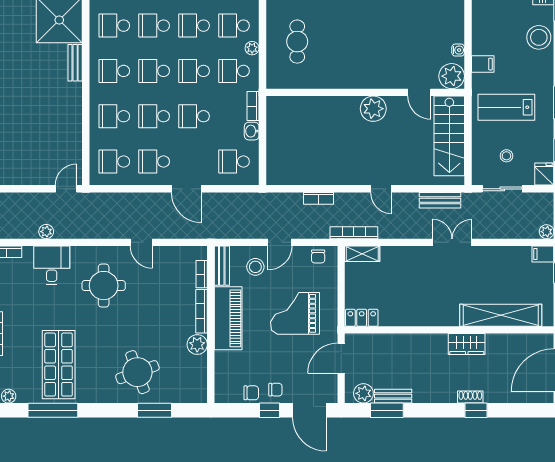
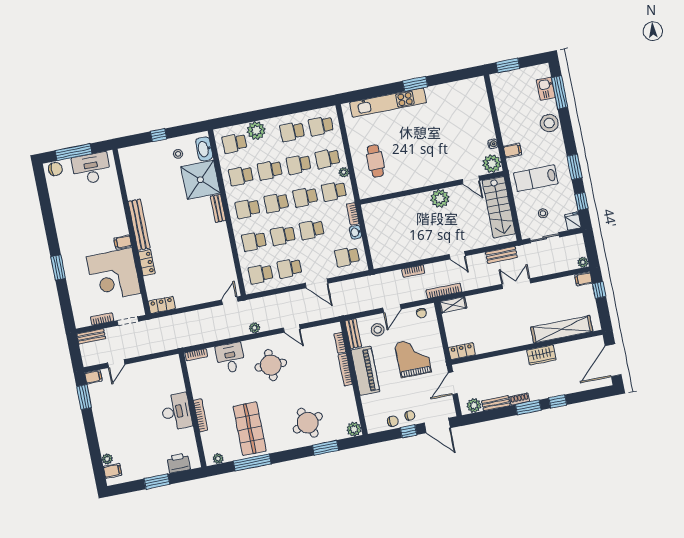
plant: (46, 232) -> (255, 328), moved
grand piano: (295, 313) -> (413, 358), turned 90
plant: (197, 345) -> (354, 429), moved
shoe rack: (470, 397) -> (519, 399), moved
window: (387, 410) -> (528, 407), moved

